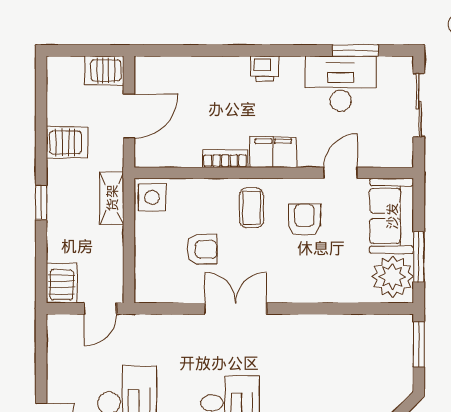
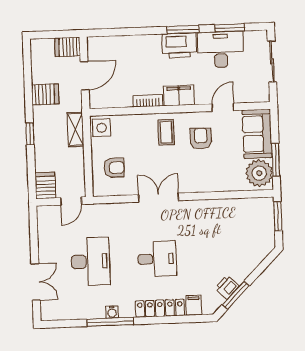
window: (283, 51) -> (183, 30), added
printer: (265, 69) -> (179, 45), width x1.87, depth x1.48
armchair: (202, 249) -> (114, 168), moved

